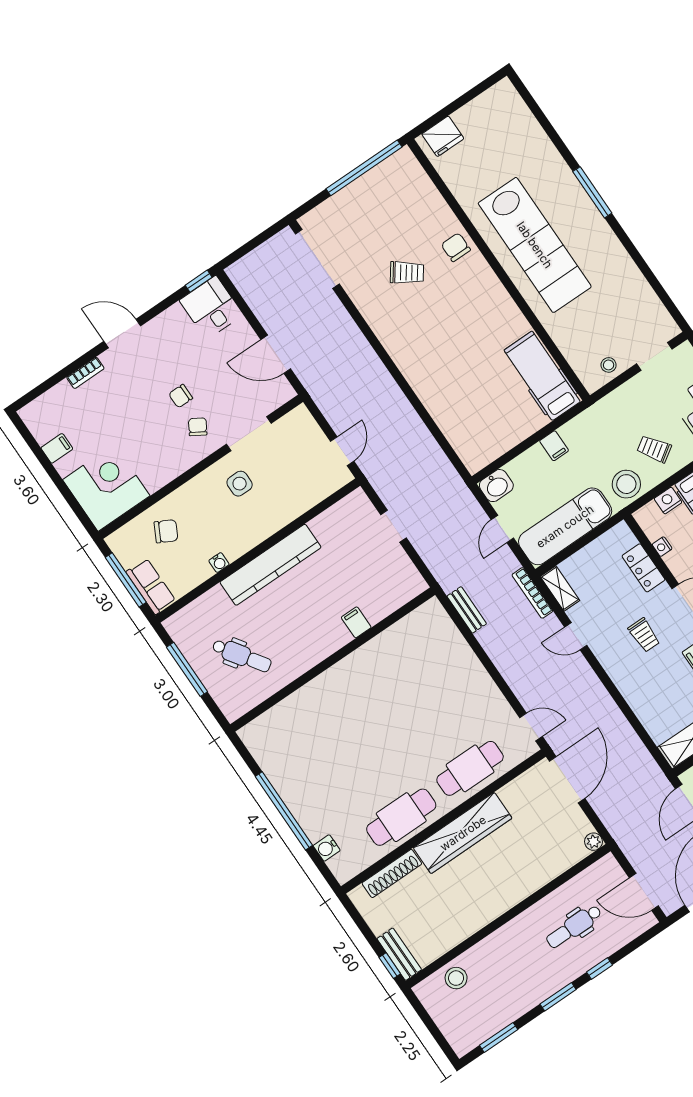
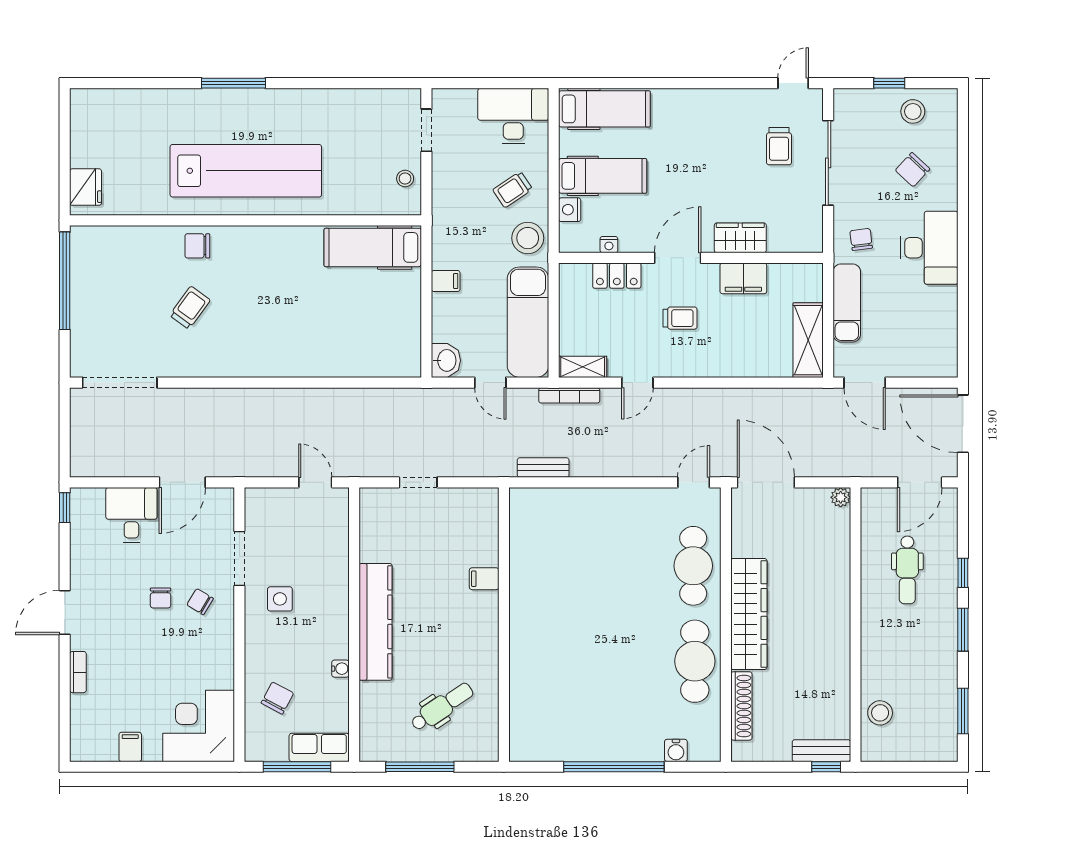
desk: (211, 307) -> (131, 515), moved, turned 90

